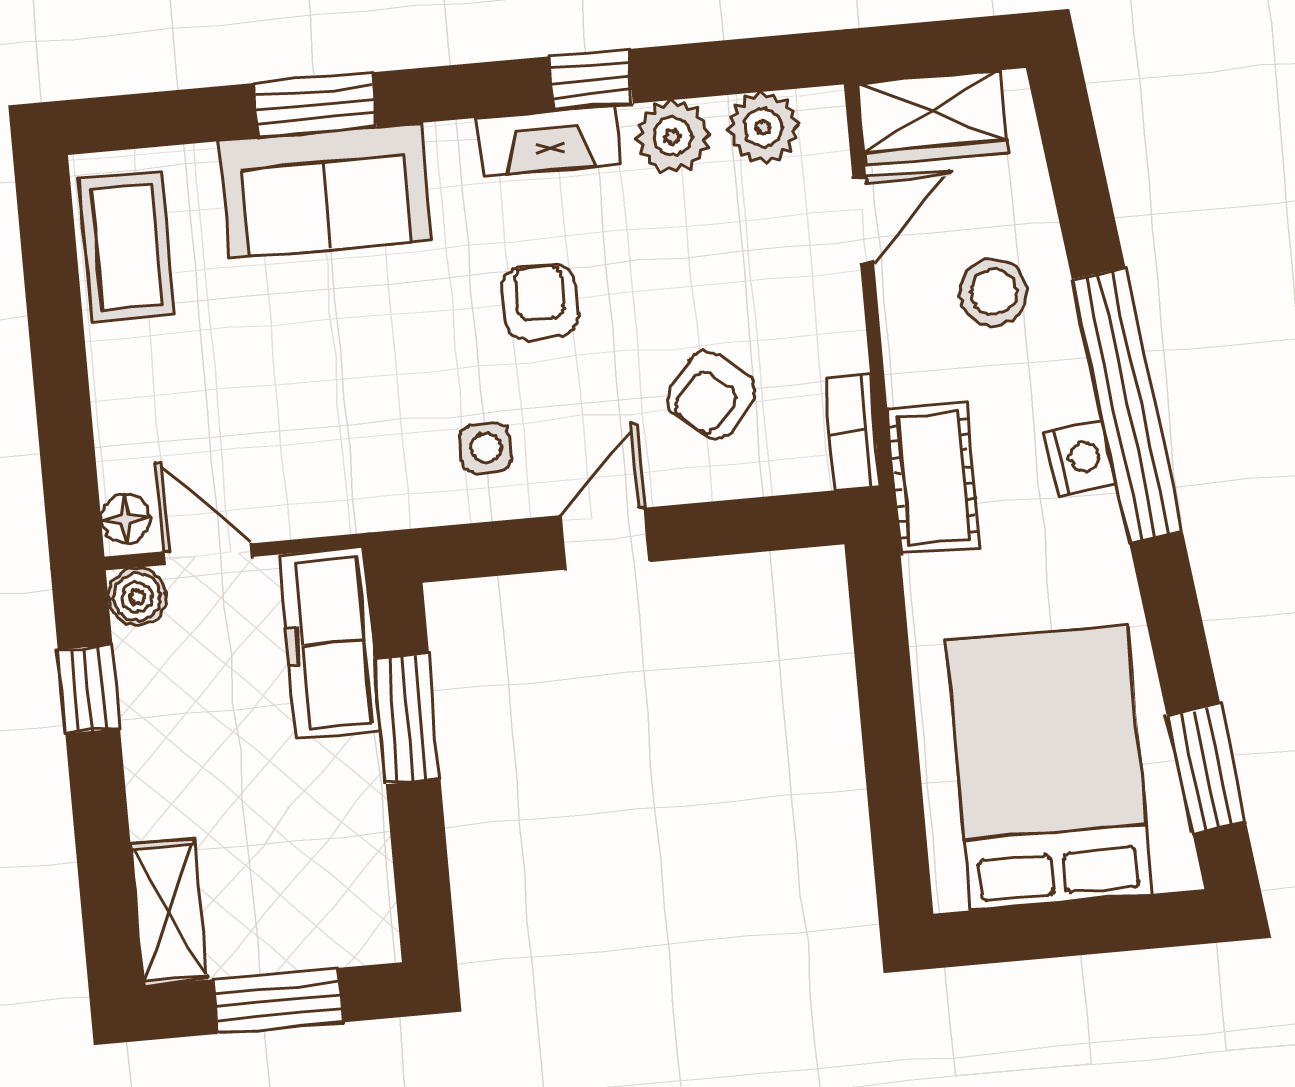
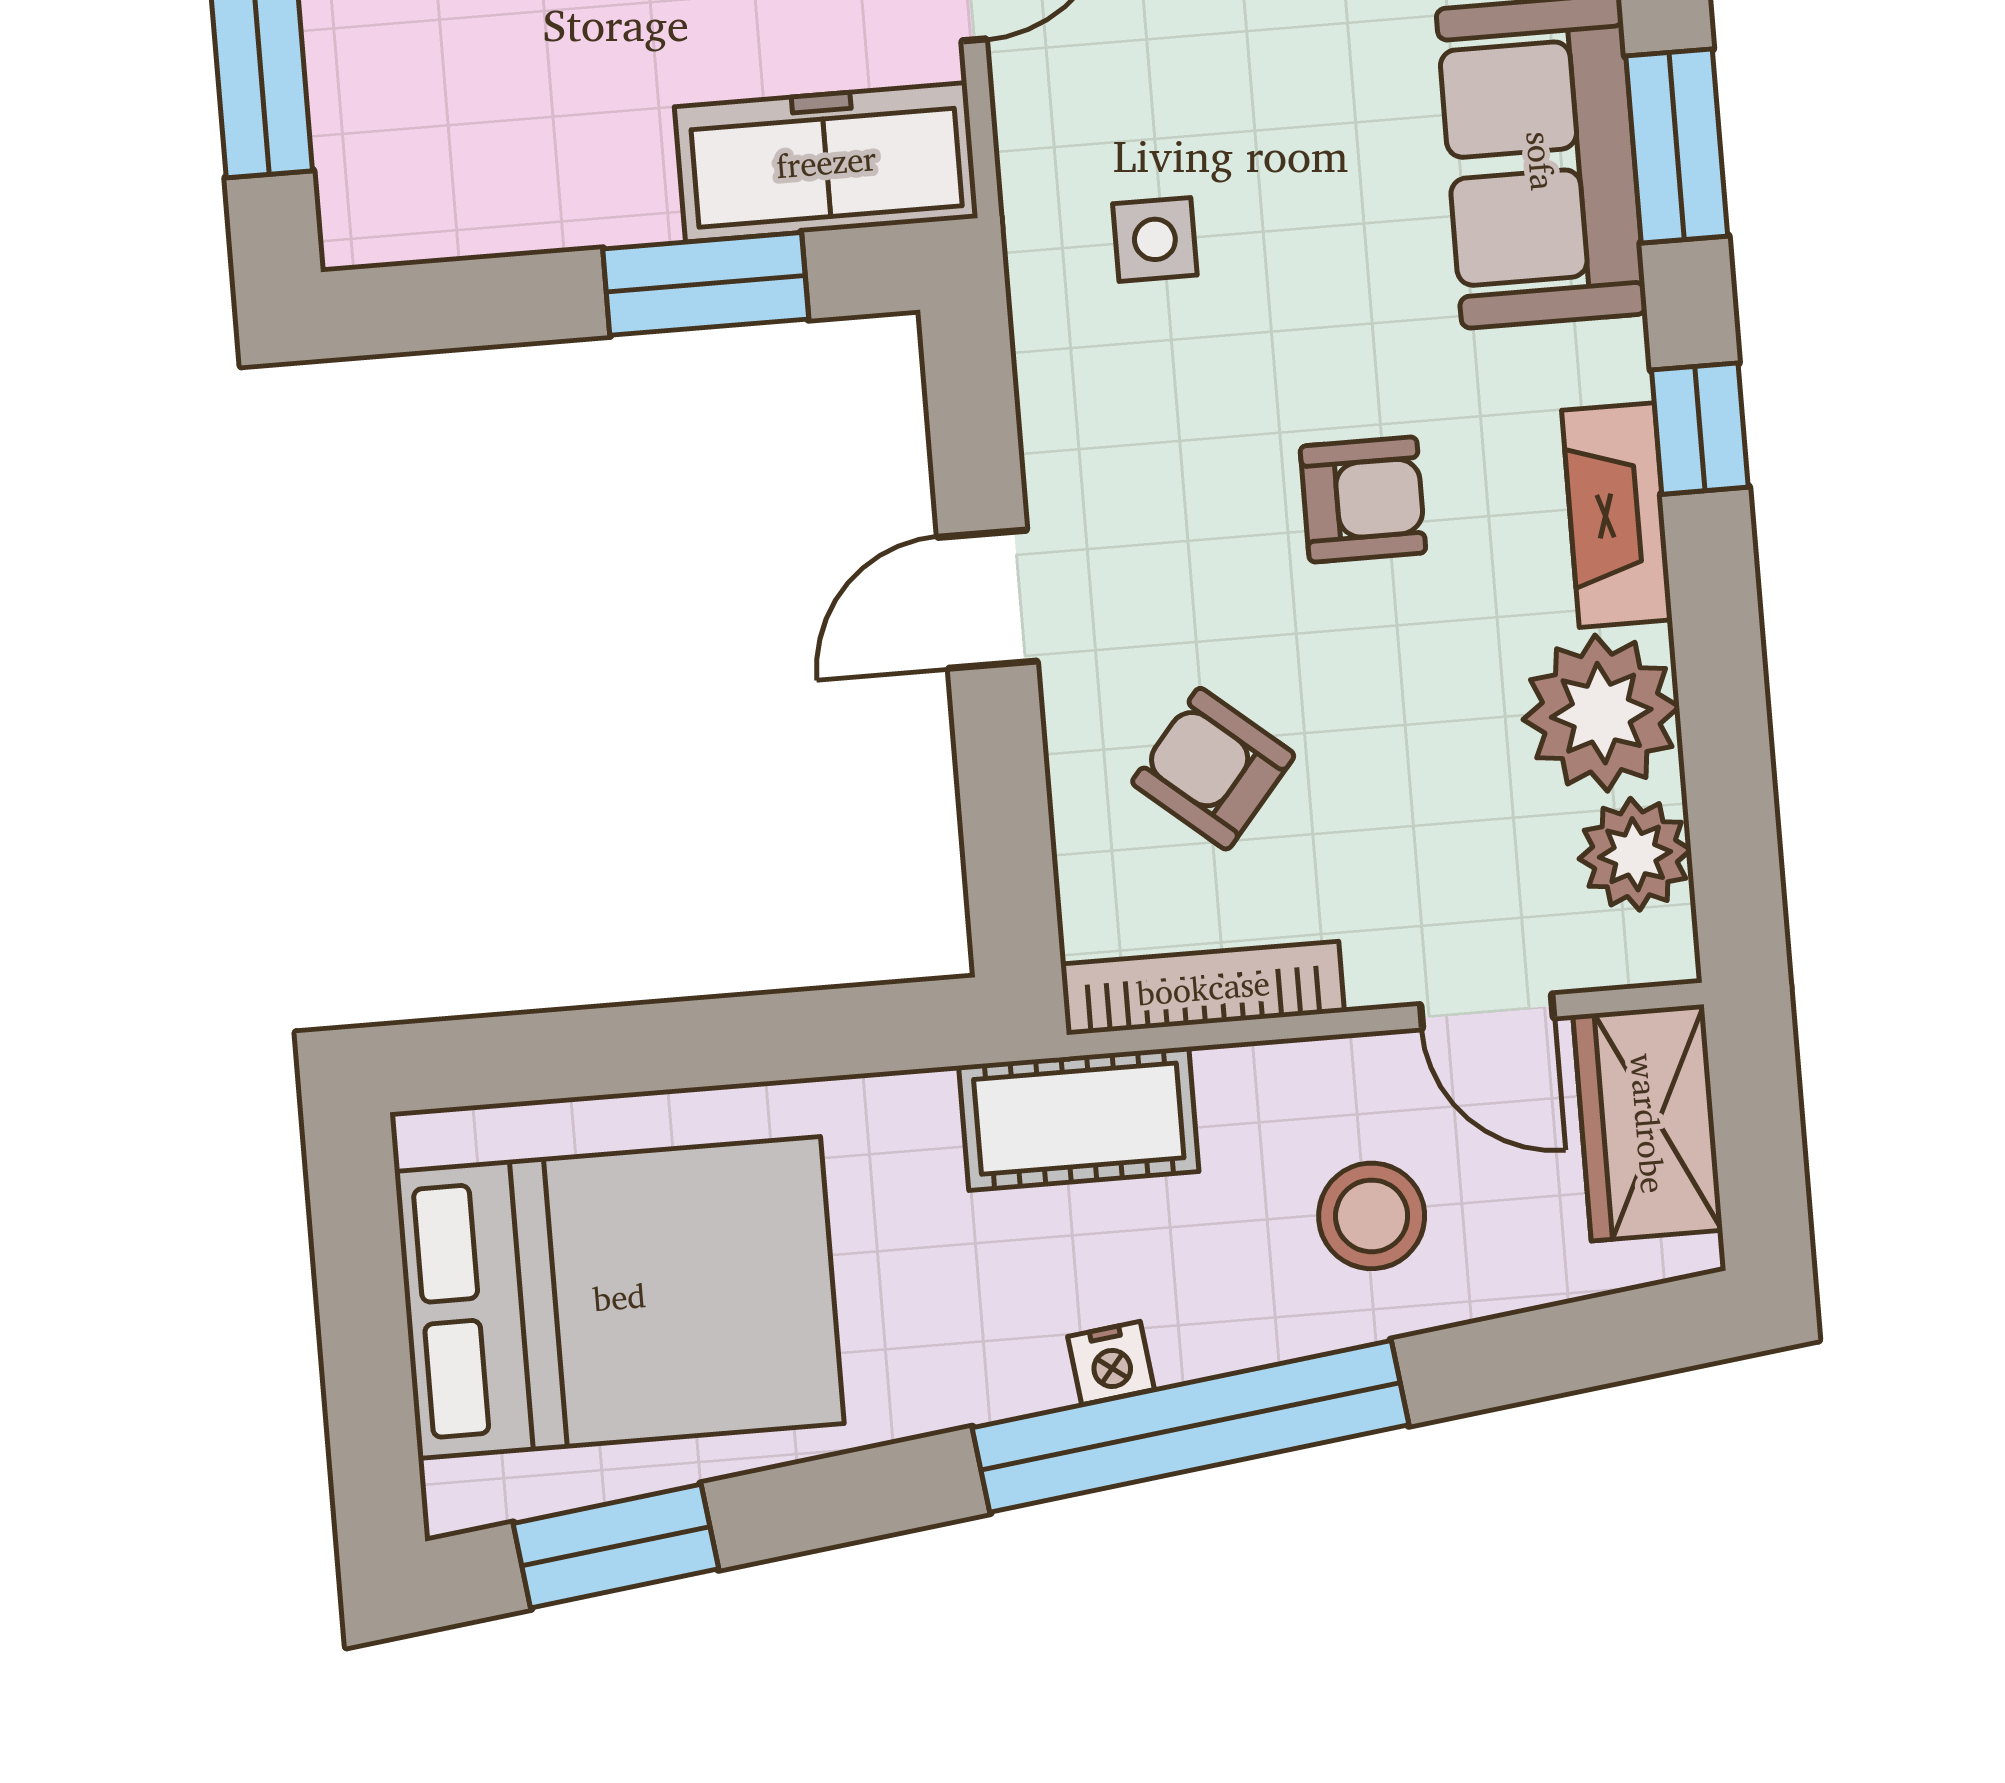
window: (591, 80) -> (1700, 429), moved
plant: (673, 137) -> (1601, 713), width x1.36, depth x1.36
bookcase: (853, 432) -> (1203, 988), width x1.56
side table: (486, 448) -> (1155, 239), moved
nightstand: (1080, 458) -> (1111, 1363), width x0.72, depth x0.74
door: (605, 539) -> (987, 599), swing flipped

